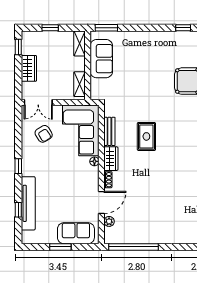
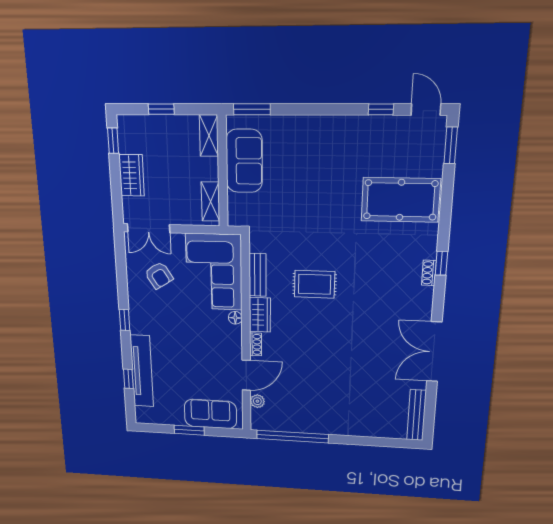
rug: (146, 136) -> (315, 284), turned 90

